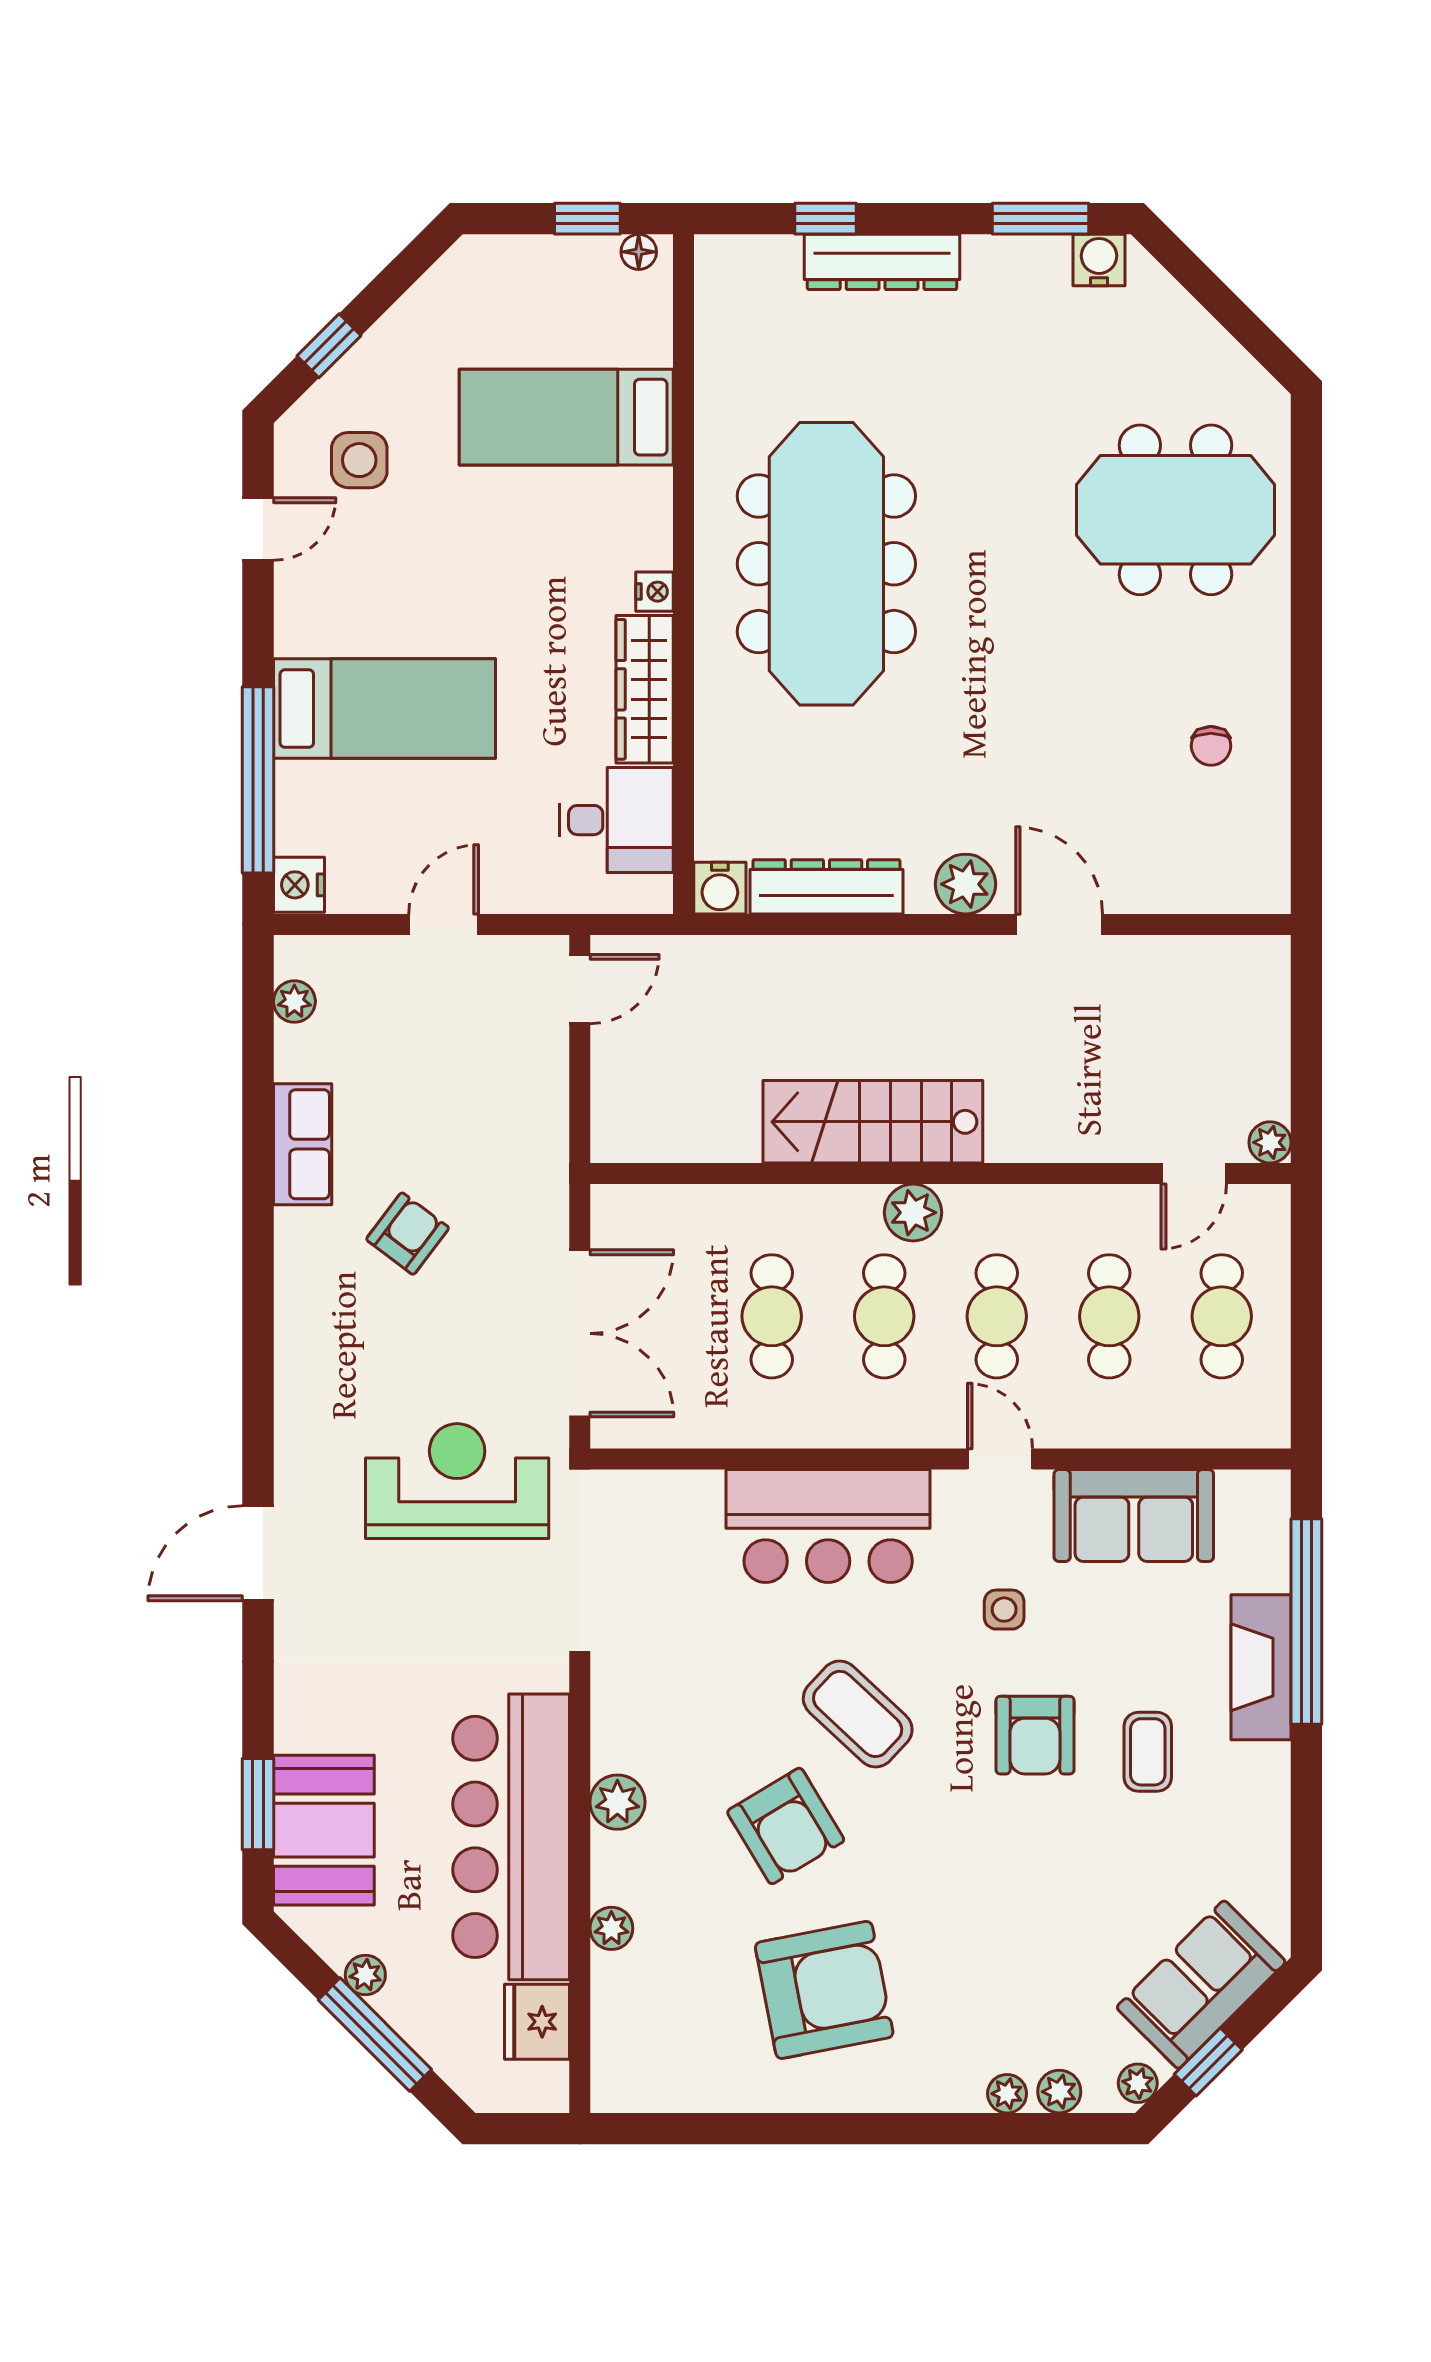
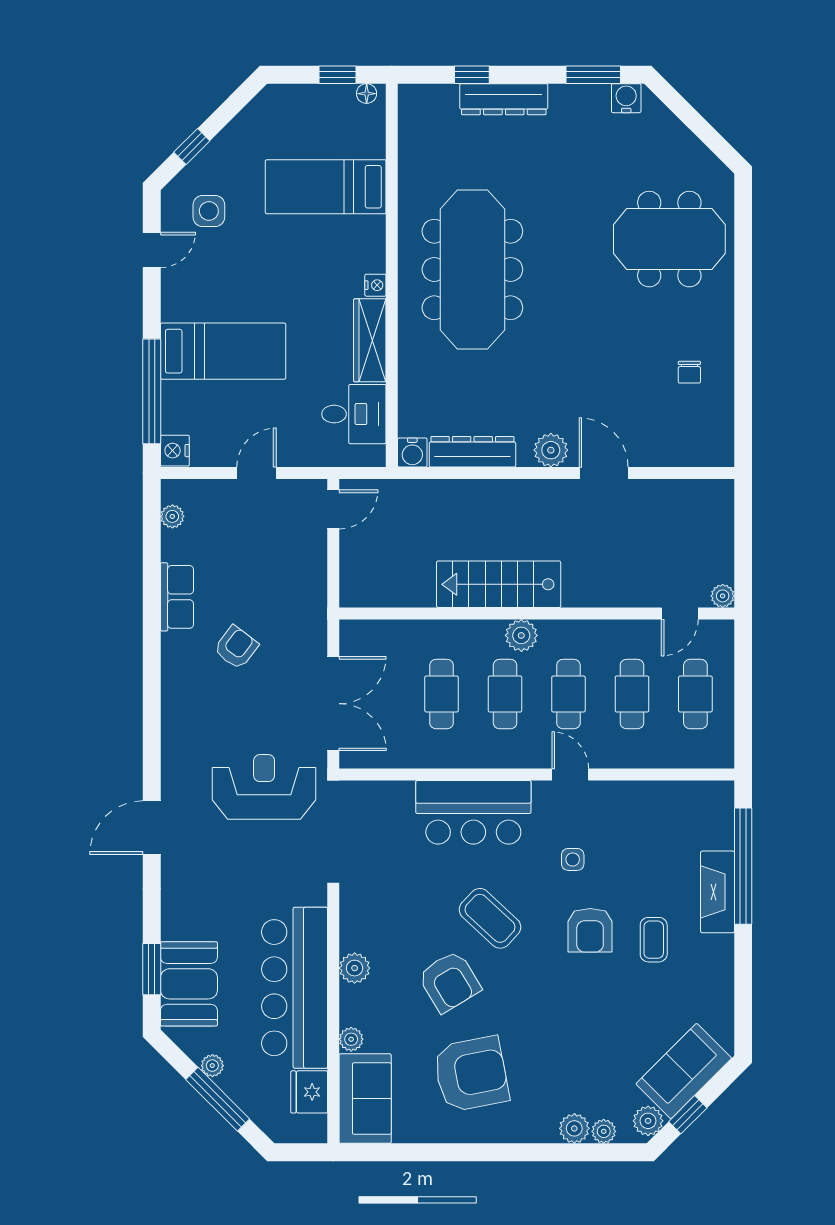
sofa: (1134, 1515) -> (365, 1099), moved, turned -90
plant: (1138, 2083) -> (648, 1121), width x1.38, depth x1.38
plant: (1007, 2094) -> (574, 1128), width x1.38, depth x1.38

